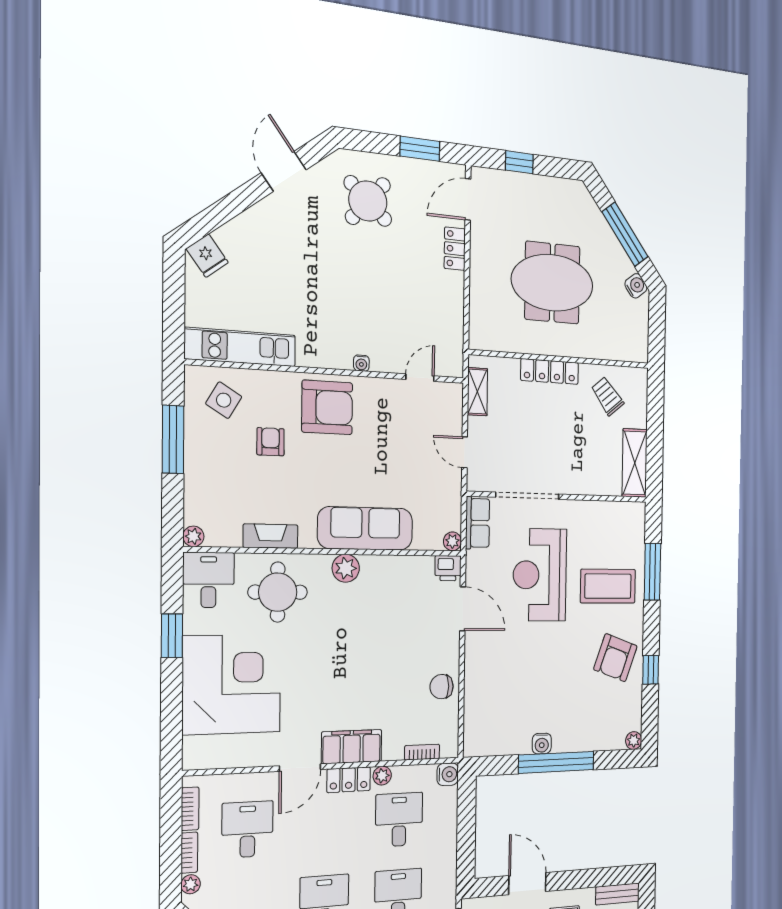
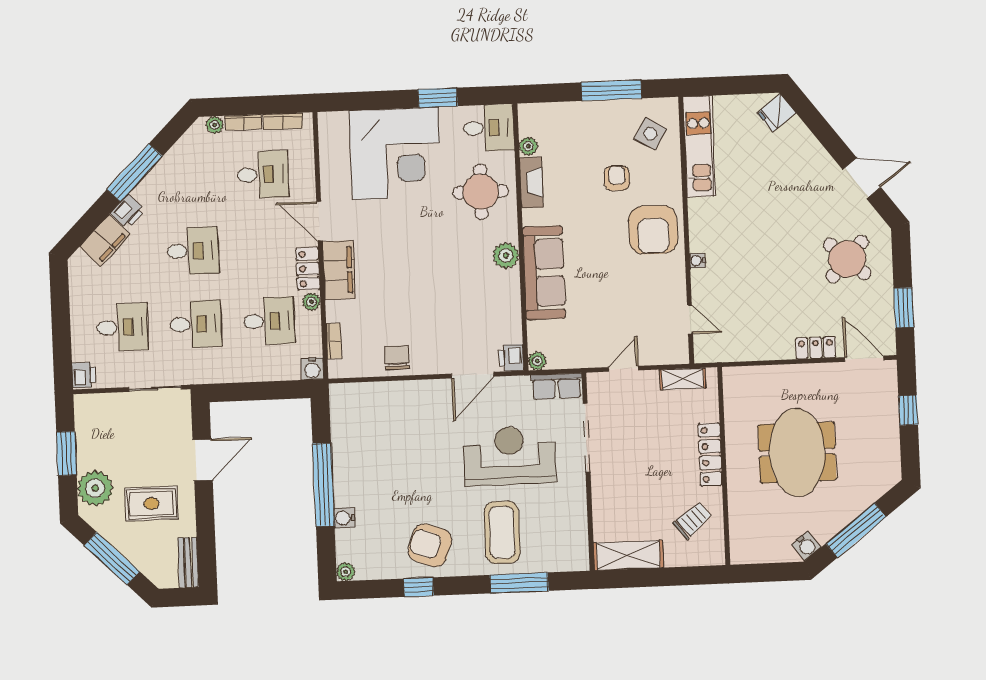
armchair: (270, 442) -> (617, 178), turned -90
plant: (193, 536) -> (528, 146), moved
water cooler: (542, 744) -> (344, 518), moved

